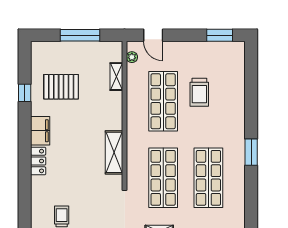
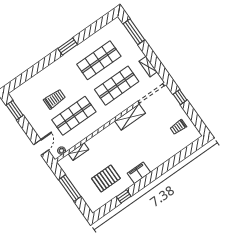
pallet: (61, 87) -> (106, 178), turned 90
shelving: (114, 152) -> (130, 117), moved
locker: (38, 161) -> (156, 162), removed

